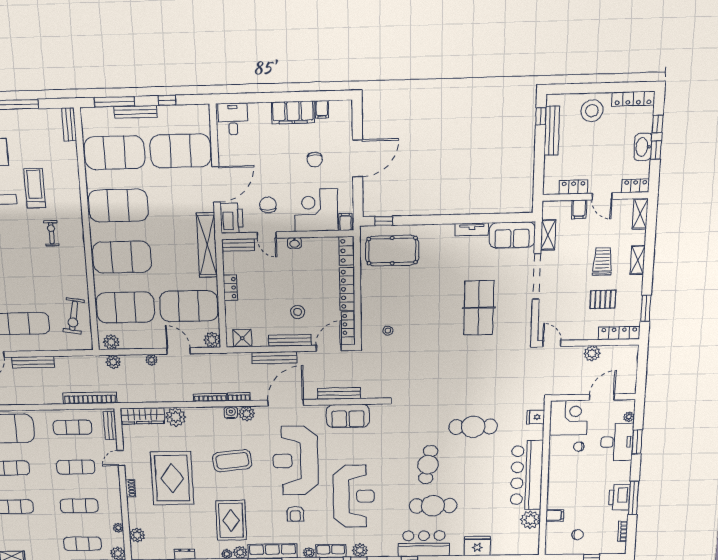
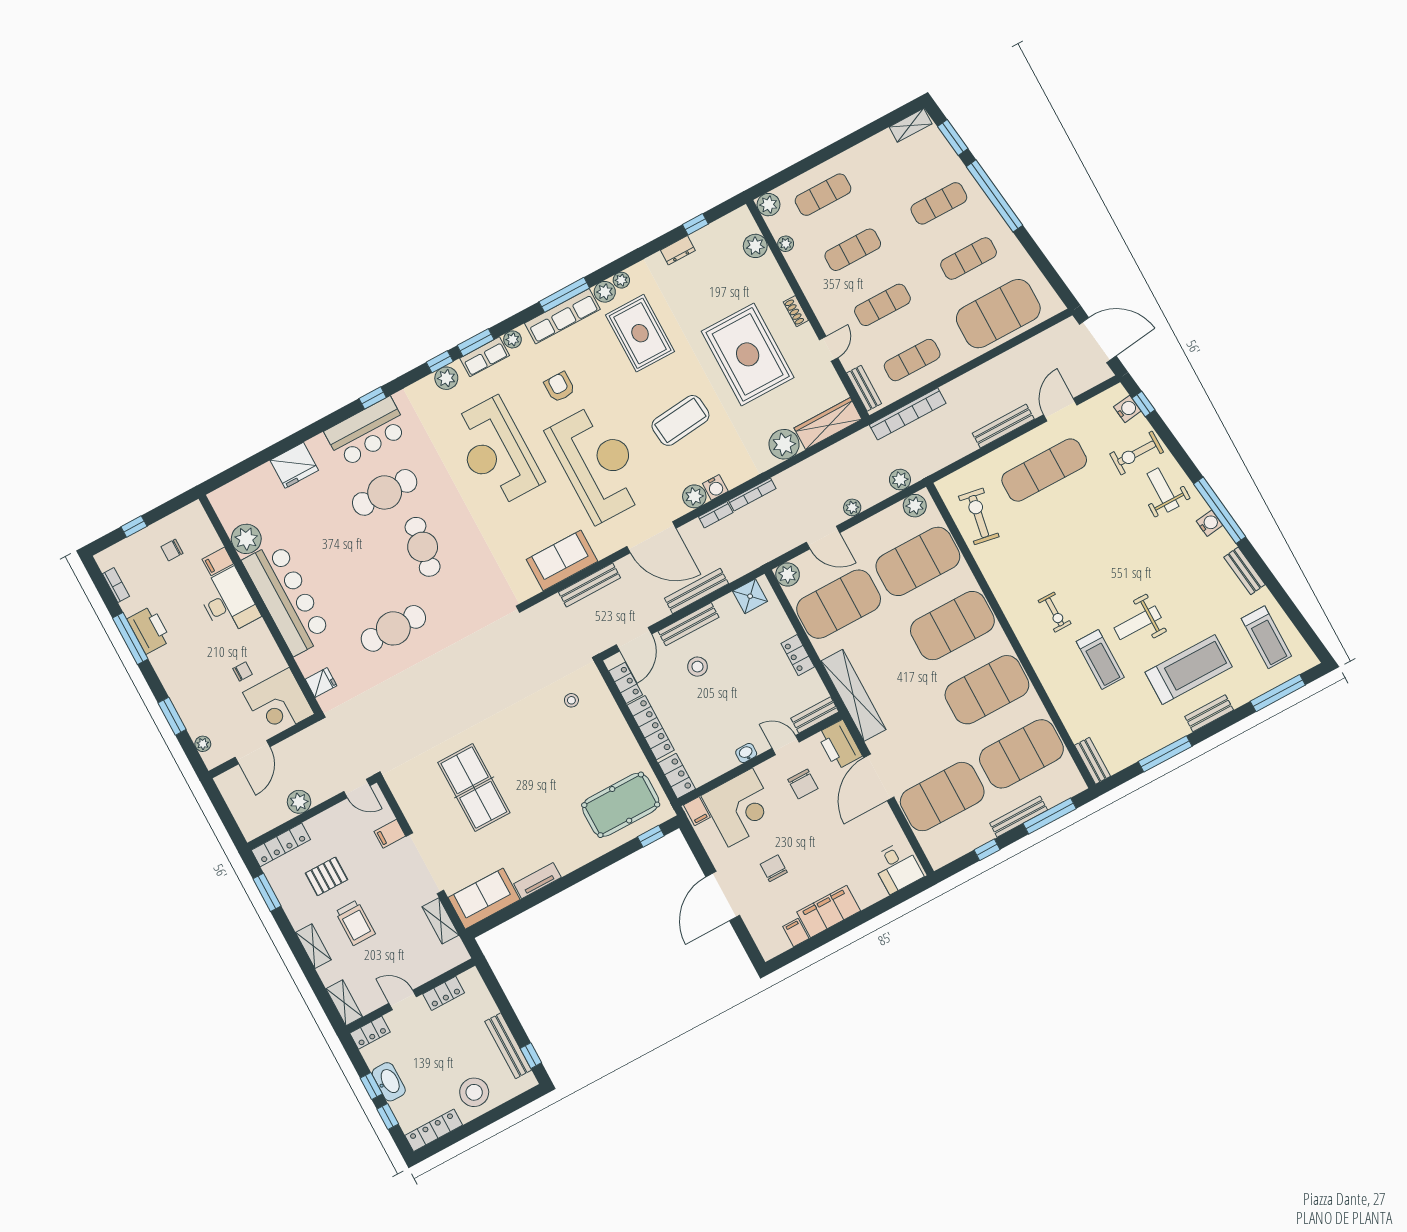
filing cabinet: (579, 209) -> (390, 834), moved, turned -90
door: (286, 403) -> (651, 537), hinge flipped
desk: (617, 442) -> (228, 602), moved, turned 180

